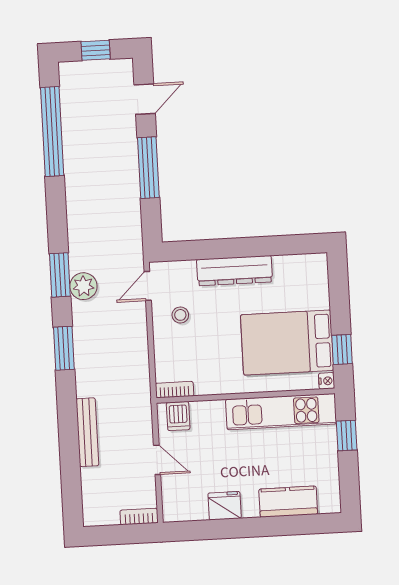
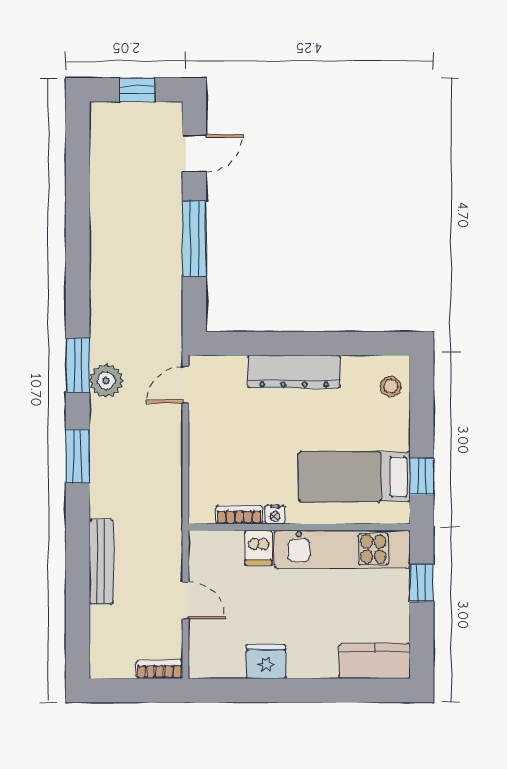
window: (52, 131) -> (78, 187), removed
stool: (180, 315) -> (391, 386), moved
bed: (287, 343) -> (354, 477), width x0.67
nightstand: (327, 381) -> (275, 515), moved, turned 90
bookcase: (175, 390) -> (239, 515), moved
dishwasher: (178, 416) -> (258, 548), moved
kitchen counter: (288, 502) -> (375, 661), moved

